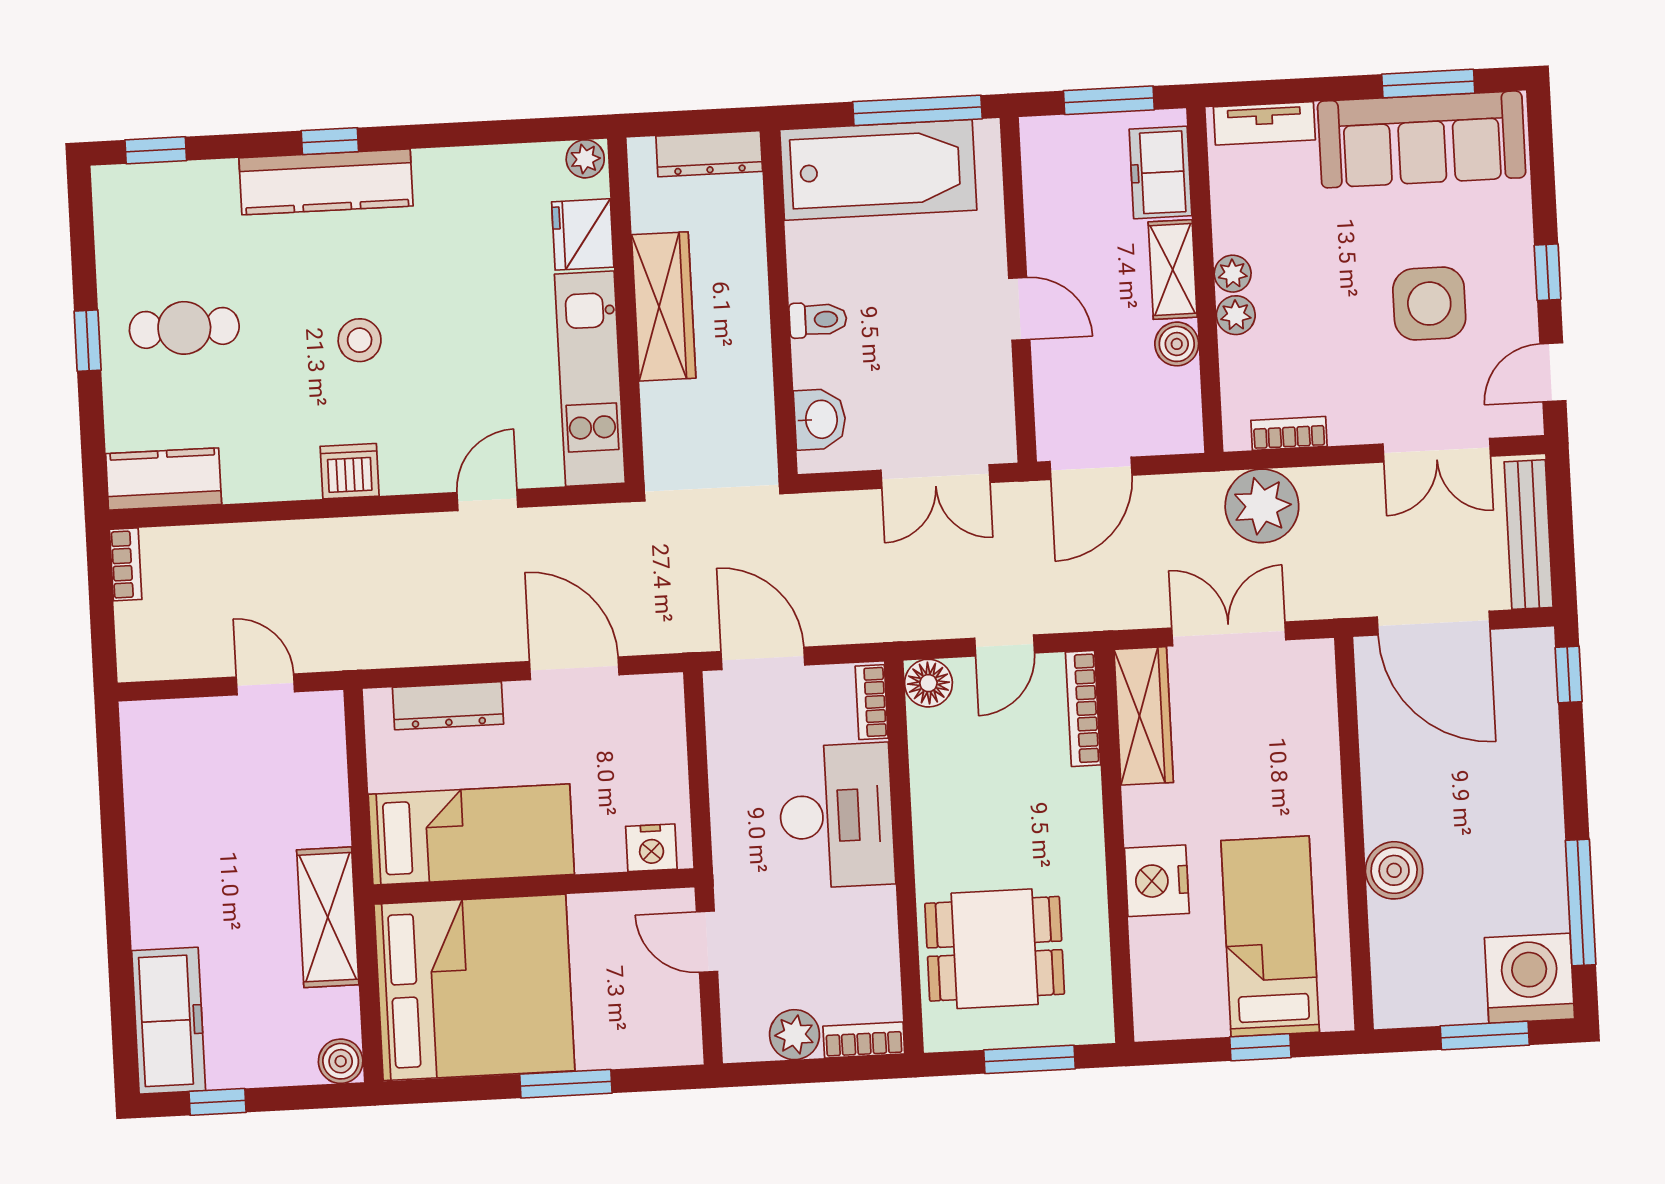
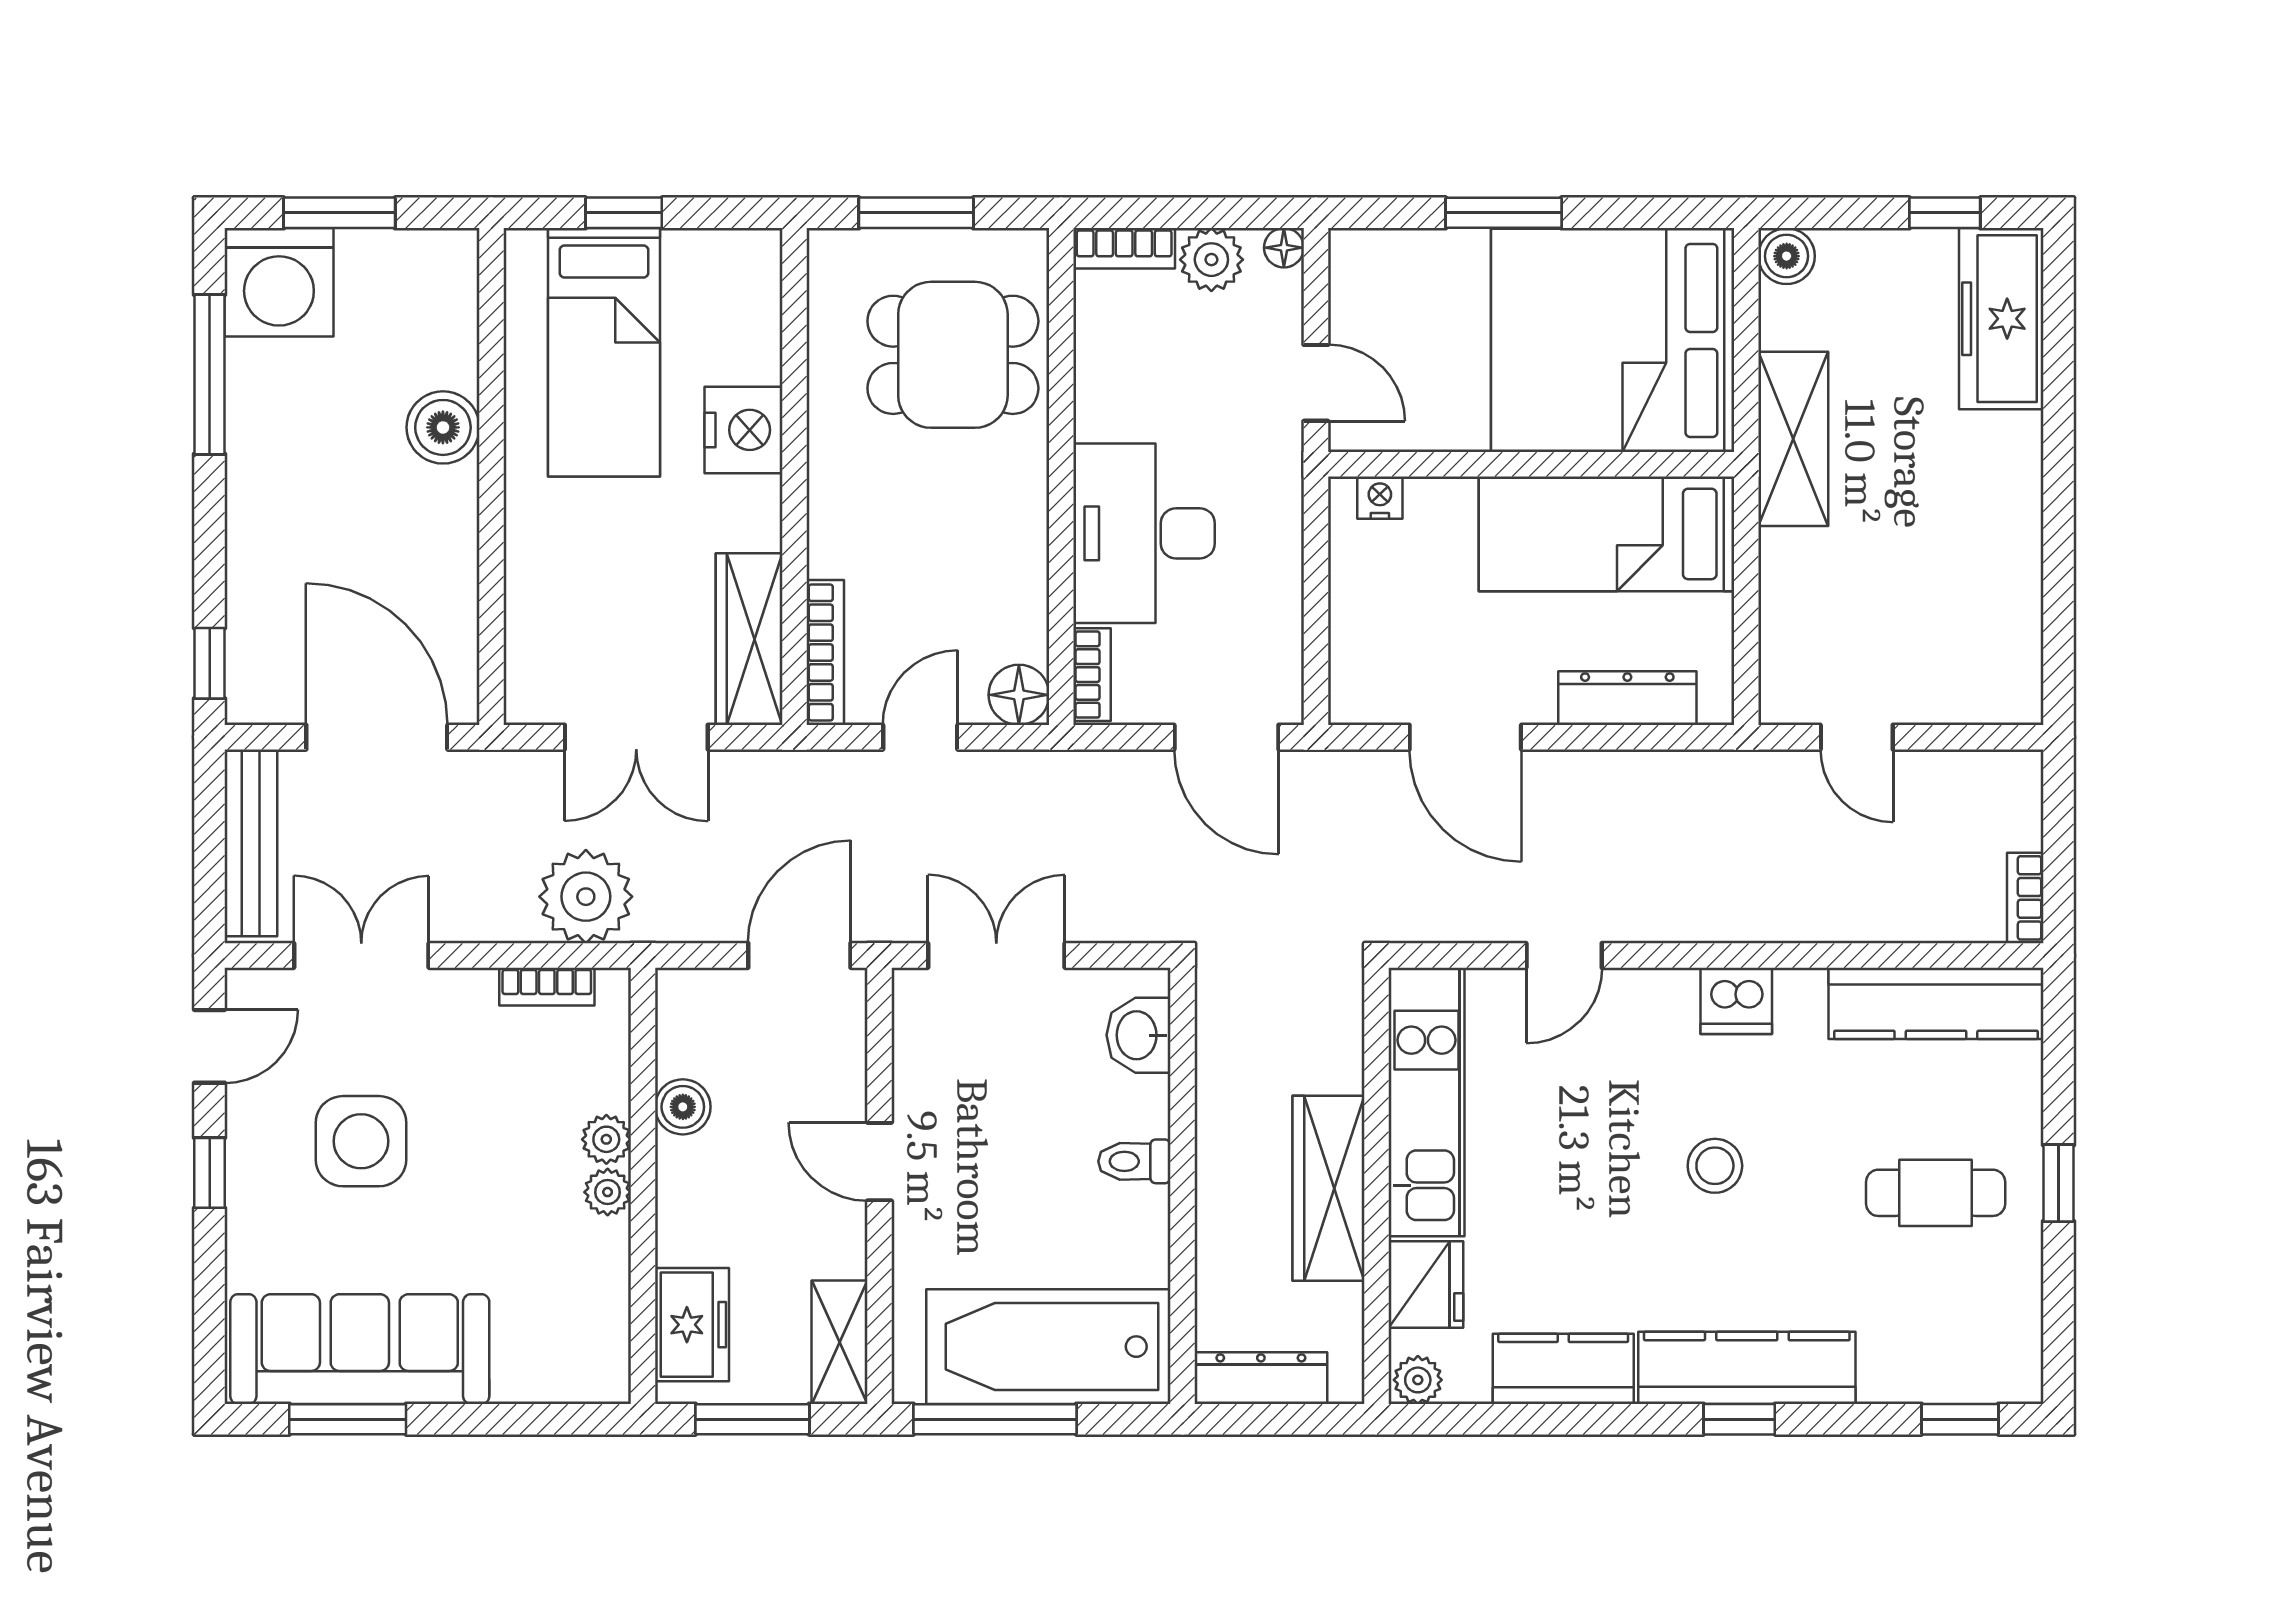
tv unit: (1264, 123) -> (557, 1380), removed
kitchen counter: (471, 174) -> (1563, 1369), added
shelving: (1173, 269) -> (839, 1342), moved
kitchen counter: (164, 479) -> (1936, 1003), width x1.50
nightstand: (651, 848) -> (1380, 498), width x0.72, depth x0.74
floor lamp: (738, 1047) -> (1284, 248), added

